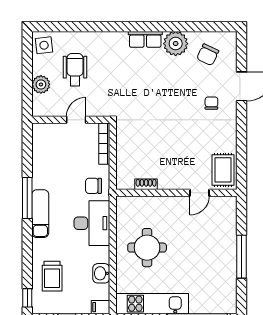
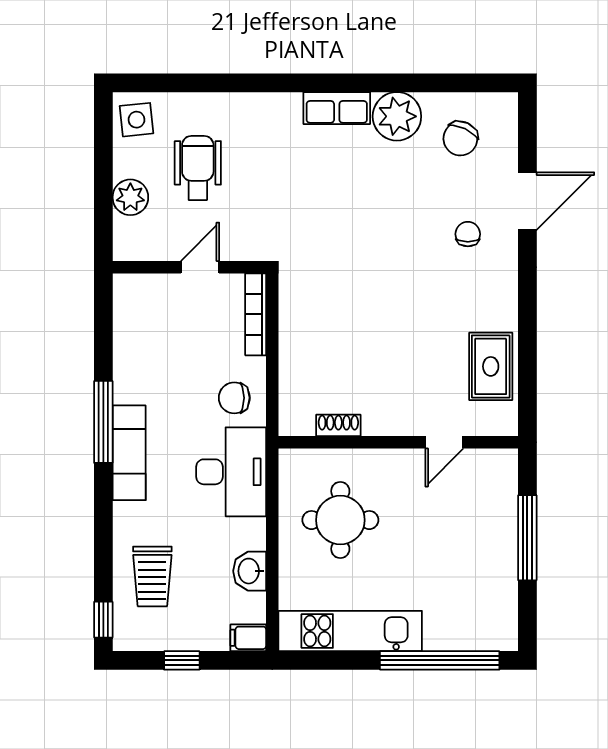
shoe rack: (146, 184) -> (338, 425), moved
wall: (176, 193) -> (398, 442), moved
door: (200, 193) -> (444, 442), moved

